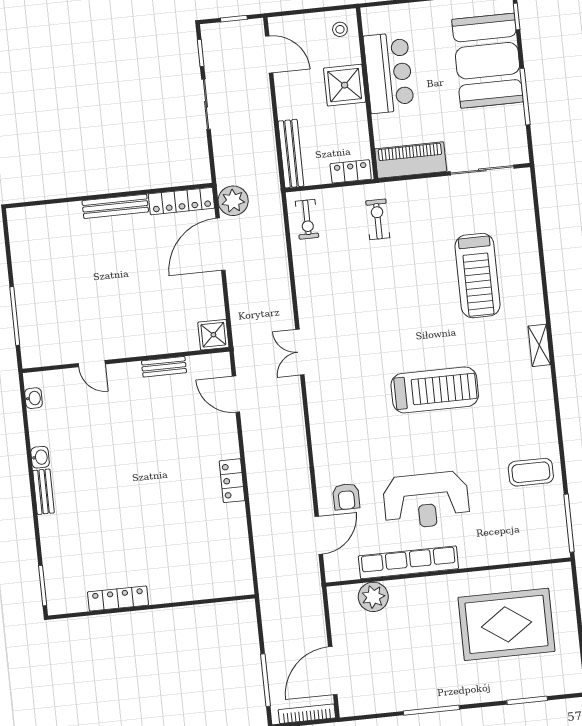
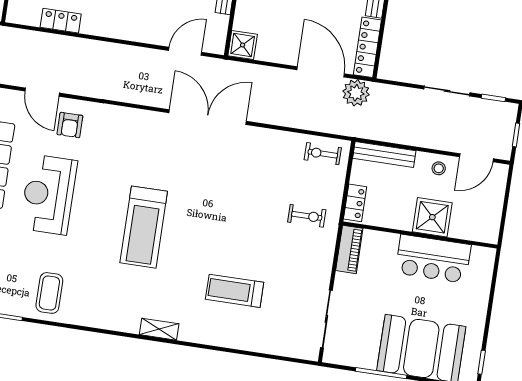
stool: (340, 29) -> (439, 168), moved
piano: (411, 160) -> (349, 249), width x0.73, depth x0.75
treadmill: (478, 276) -> (235, 291), width x0.73, depth x0.73
double door: (300, 352) -> (208, 117), width x1.87
locker: (232, 481) -> (61, 21), moved
armchair: (346, 497) -> (70, 125), turned -90

